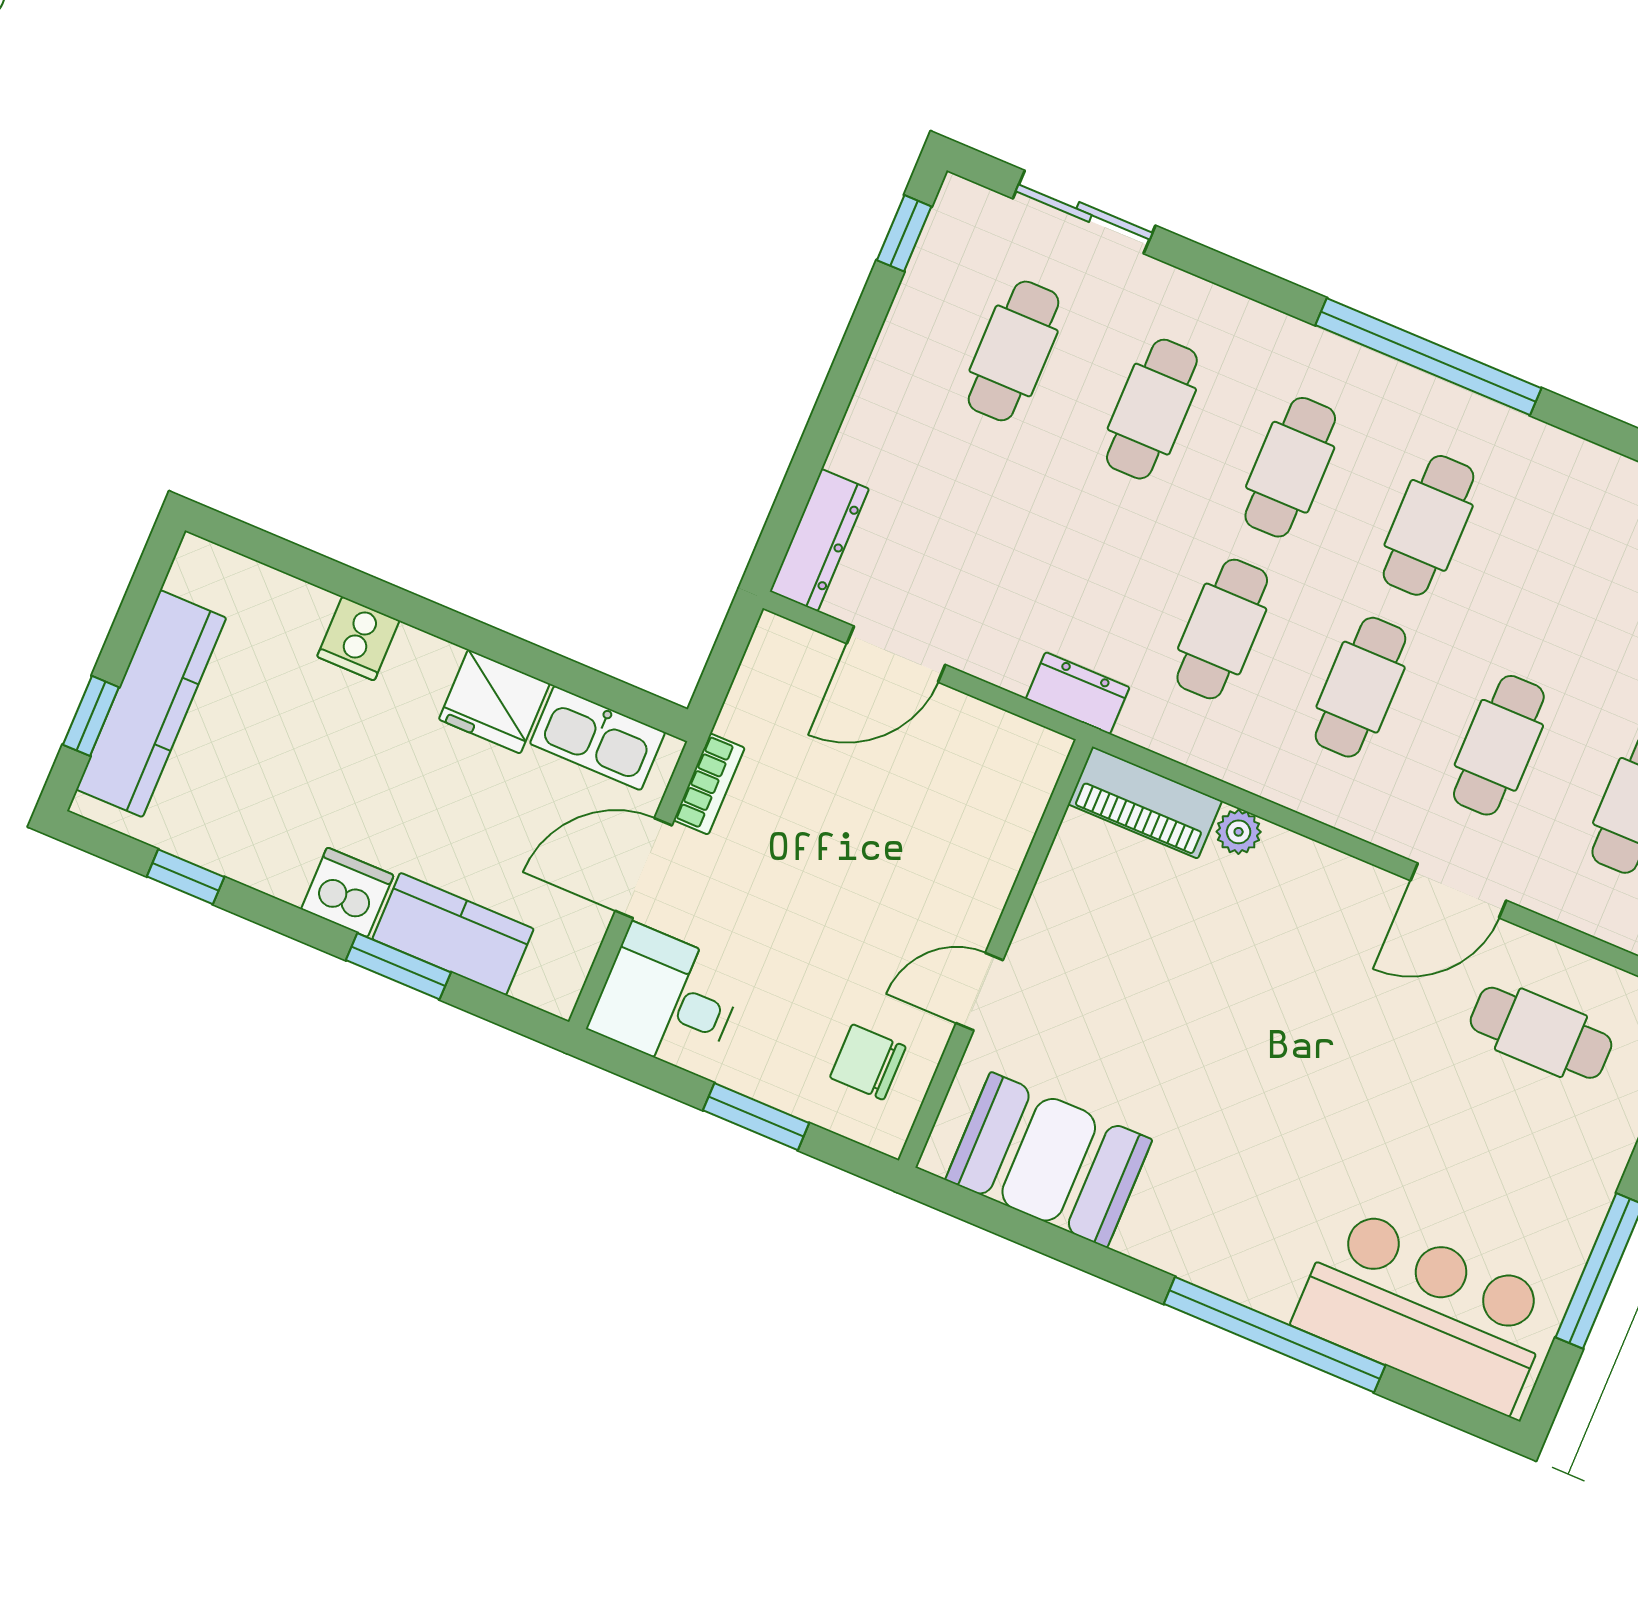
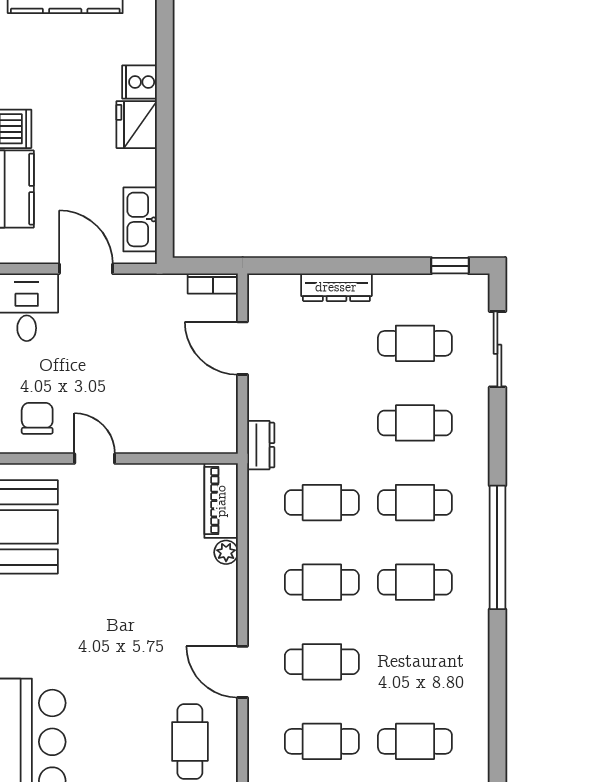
dresser: (819, 540) -> (336, 287), moved
fridge: (494, 702) -> (137, 125), moved
bookcase: (709, 784) -> (213, 283), moved

